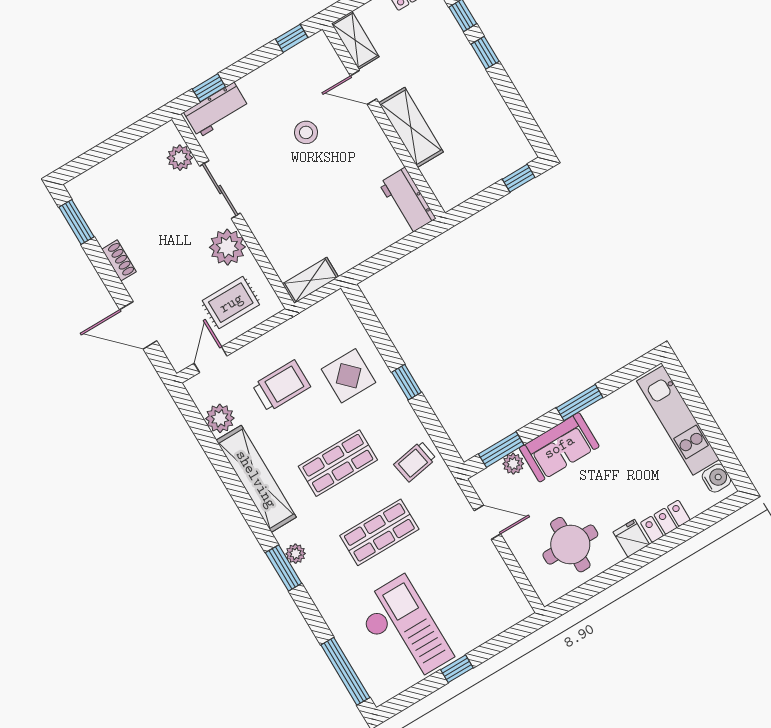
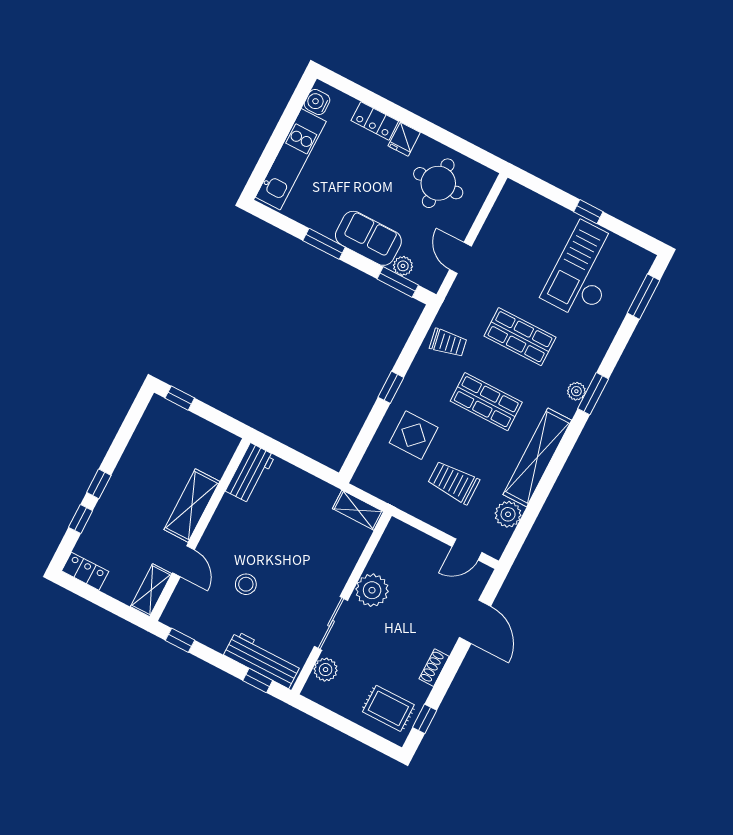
workbench: (216, 110) -> (262, 660), width x1.38
window: (76, 222) -> (425, 719), width x0.67
rug: (231, 303) -> (388, 708), moved
window: (345, 671) -> (643, 297), width x0.69

